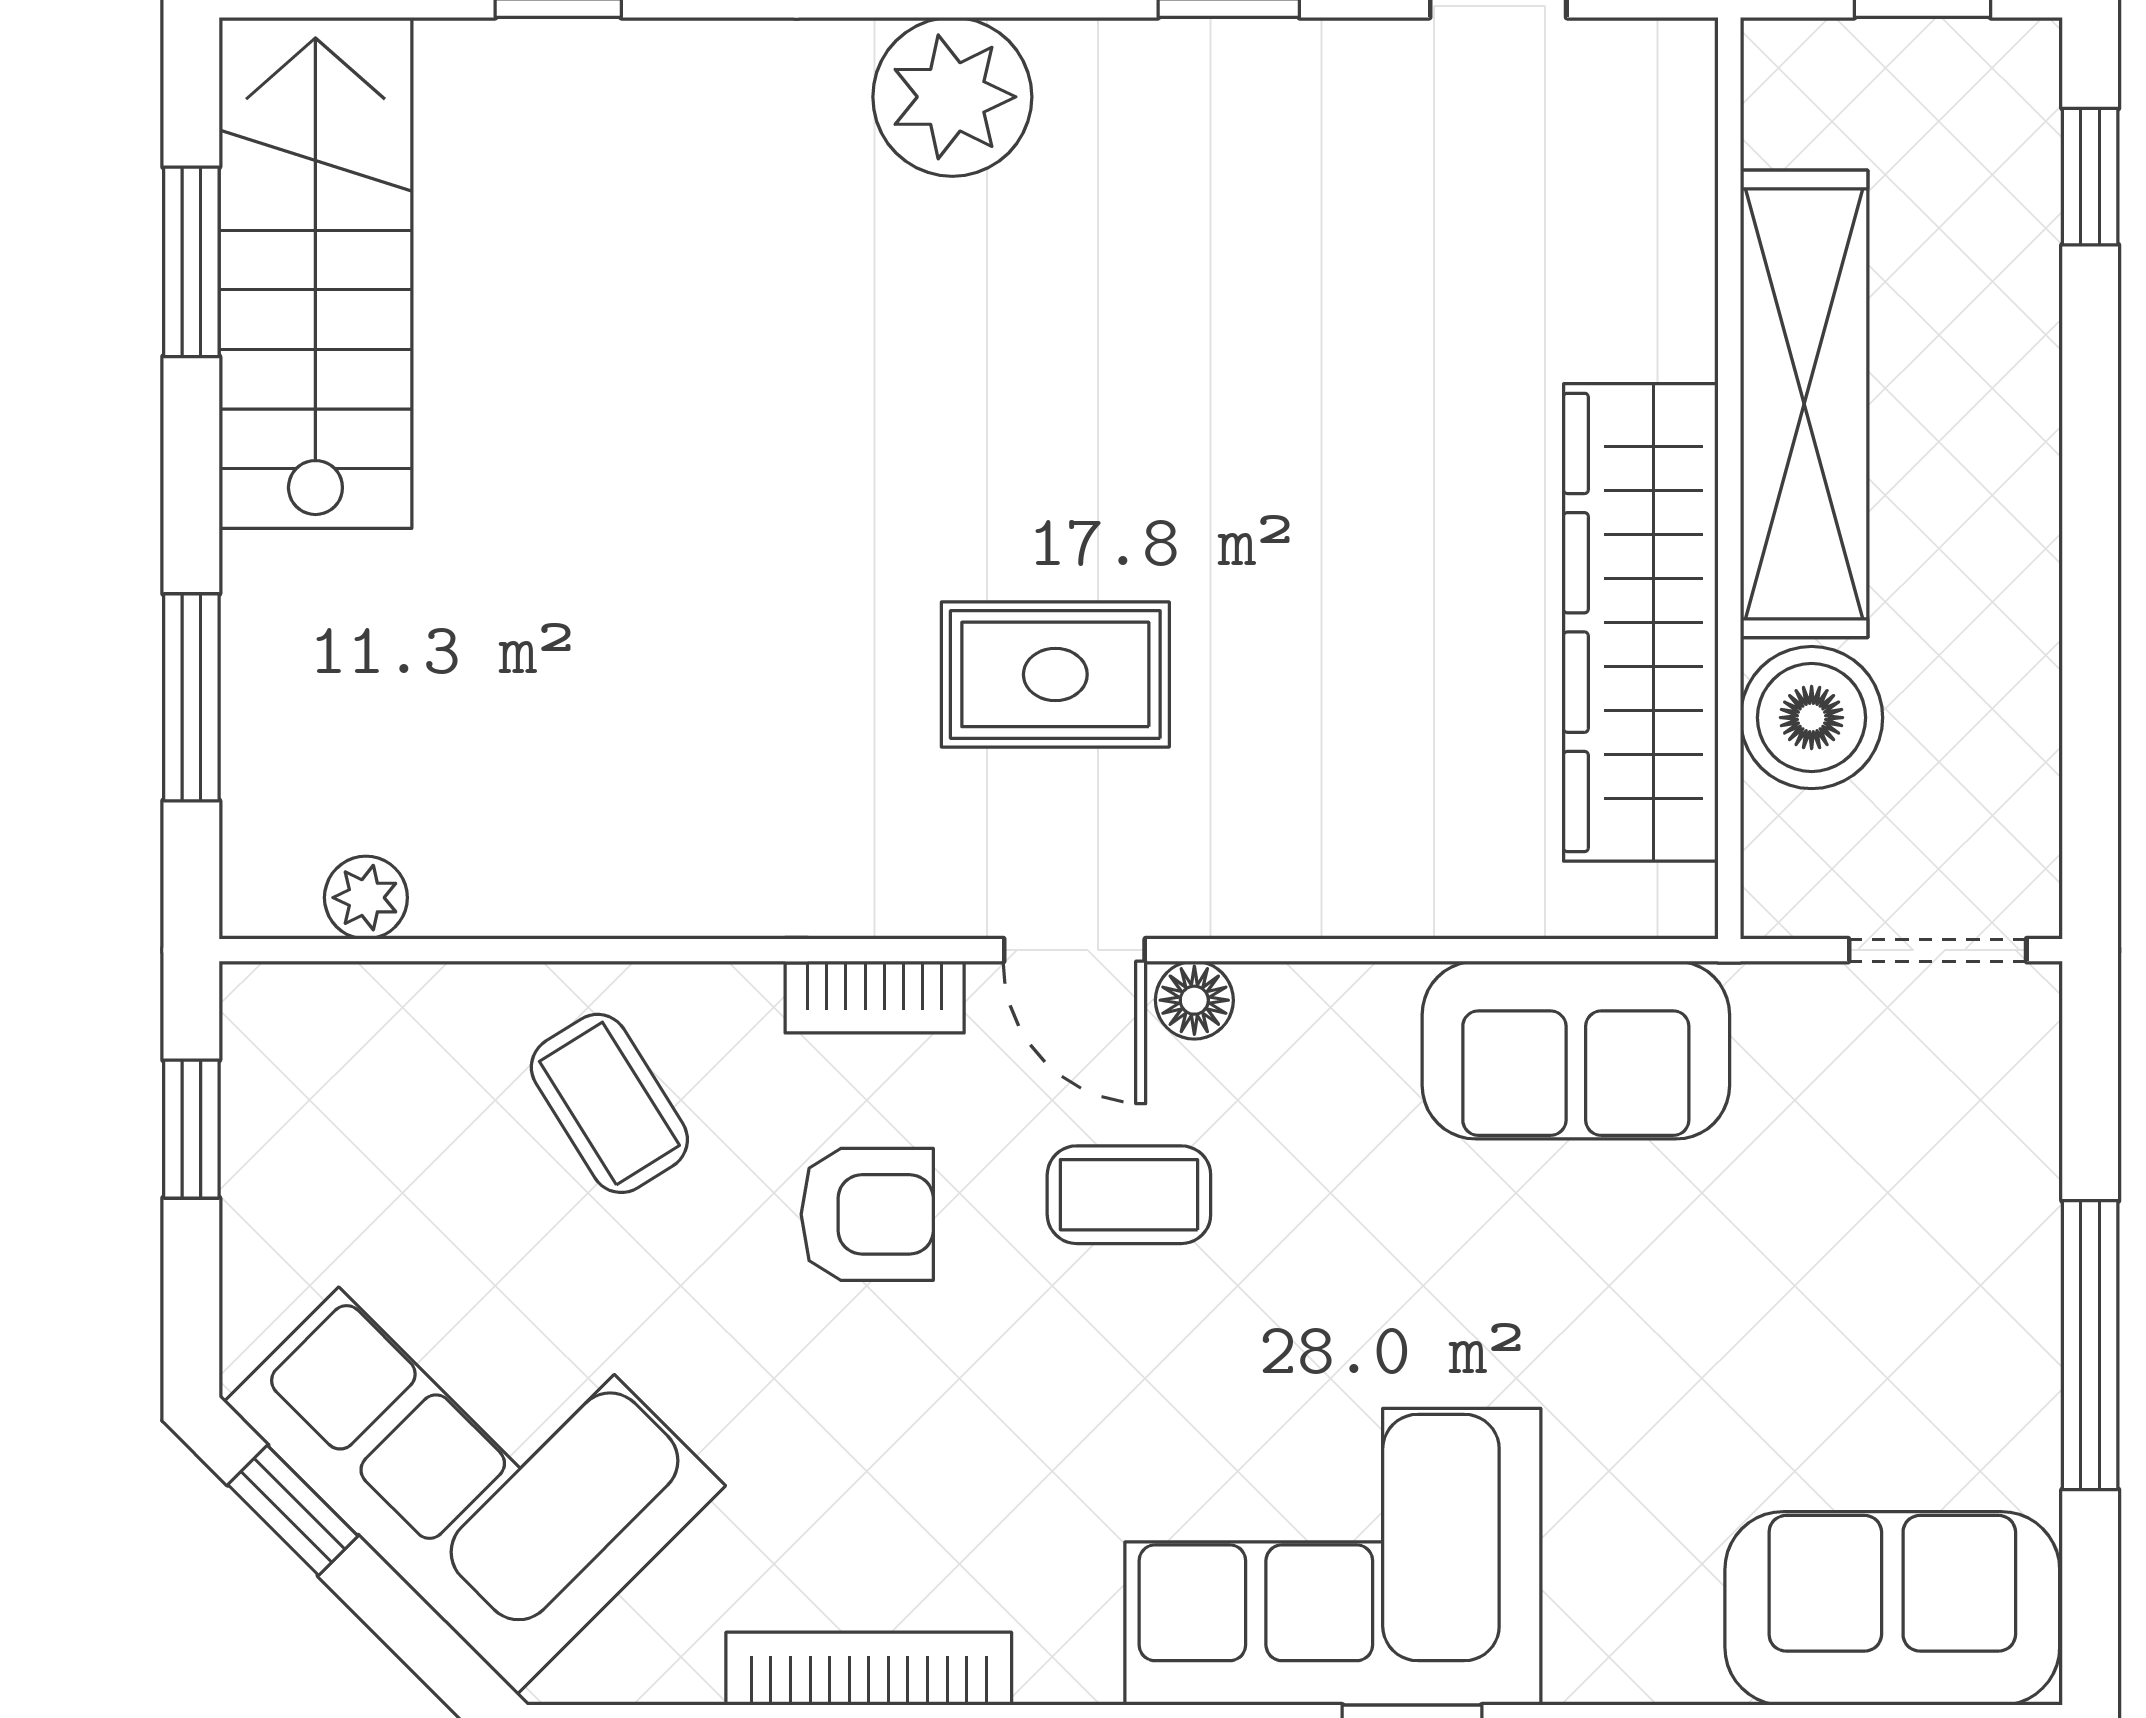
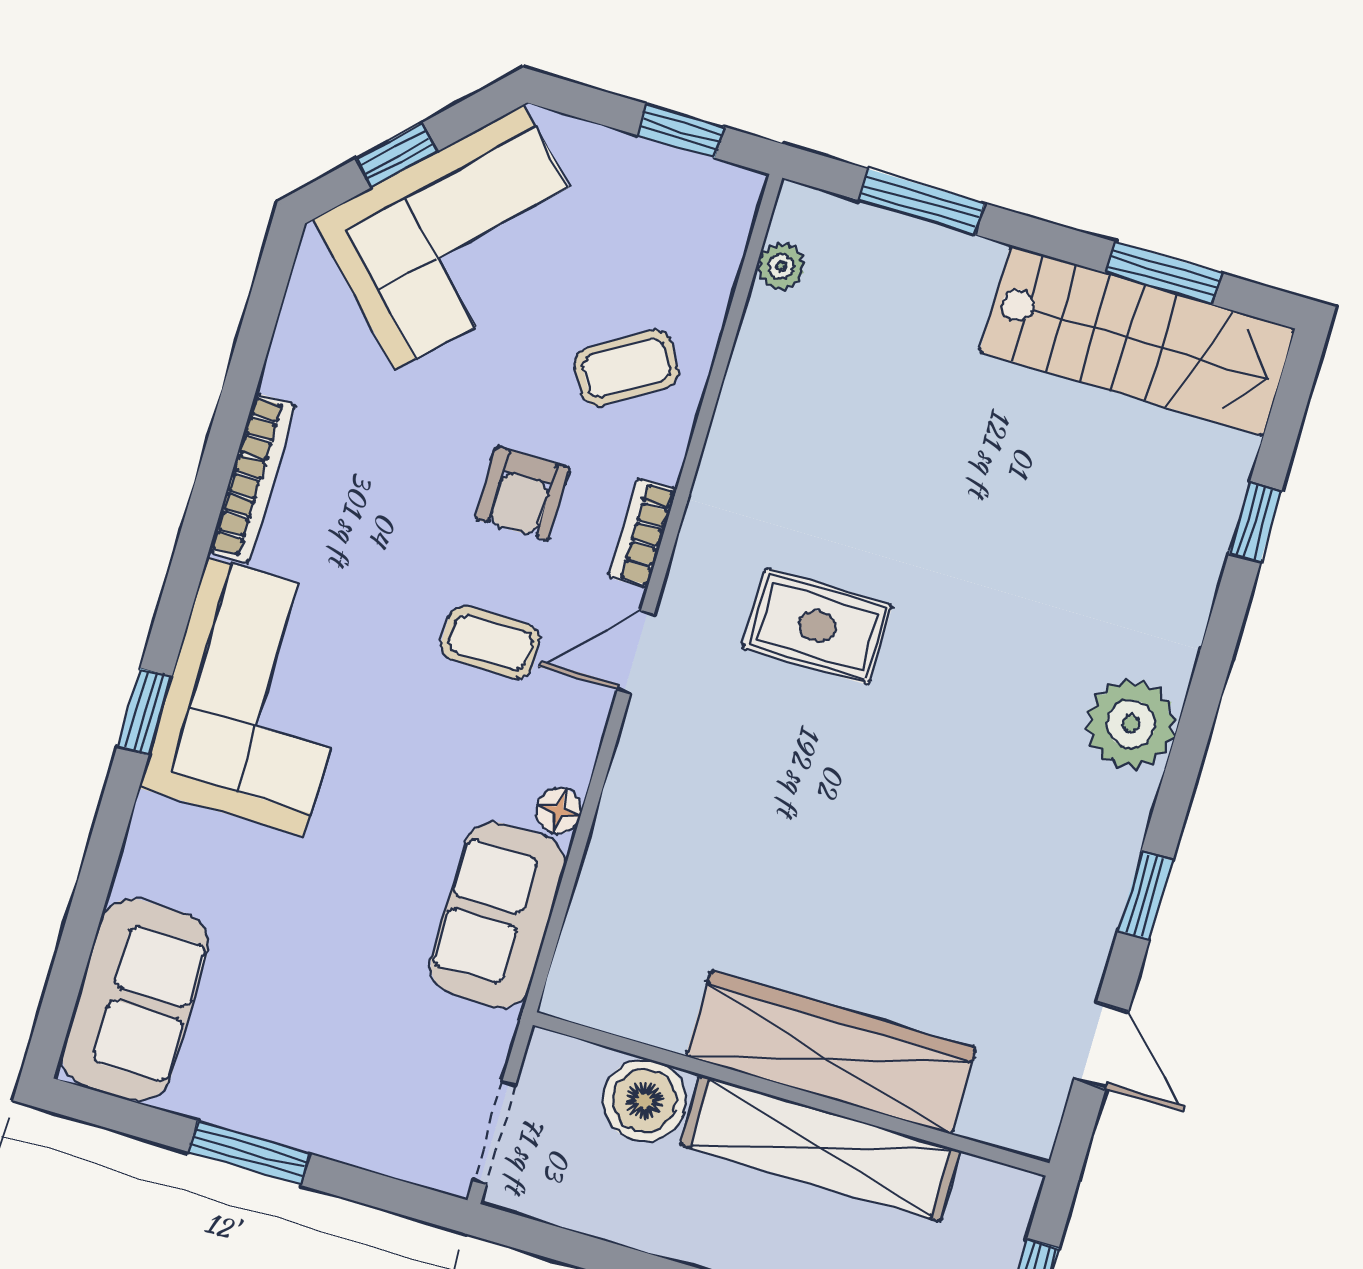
wardrobe: (1641, 622) -> (831, 1052), moved
rug: (1055, 674) -> (817, 626), moved, turned 90
floor lamp: (1194, 1000) -> (559, 811), moved
coffee table: (1129, 1195) -> (491, 642), turned 90
window: (2090, 1345) -> (249, 1153), width x0.69
window: (293, 1510) -> (397, 155), moved
bookcase: (869, 1669) -> (252, 478), moved

